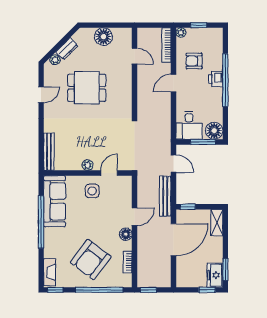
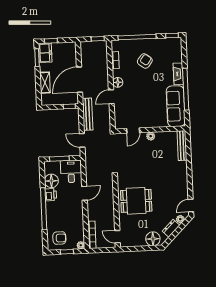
floor lamp: (103, 37) -> (153, 239), moved
door: (135, 56) -> (117, 237), moved
armchair: (194, 61) -> (59, 238), moved
printer: (216, 79) -> (51, 195), moved
door: (173, 83) -> (84, 193), moved
dining table: (87, 88) -> (136, 201), moved
door: (41, 95) -> (191, 206), moved
floor lamp: (214, 131) -> (51, 181), moved
side table: (92, 191) -> (146, 116), removed
shelving: (217, 223) -> (45, 83), moved
armchair: (91, 260) -> (145, 61), width x0.53, depth x0.53
fireplace: (50, 272) -> (178, 74), moved

